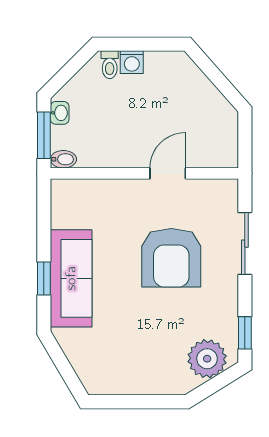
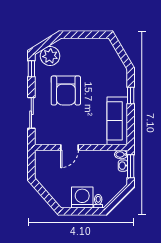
washing machine: (132, 62) -> (82, 197), width x1.89, depth x1.89
washbasin: (60, 113) -> (123, 166), moved
armchair: (171, 258) -> (66, 91), moved, turned 180
sofa: (71, 278) -> (117, 121), moved

